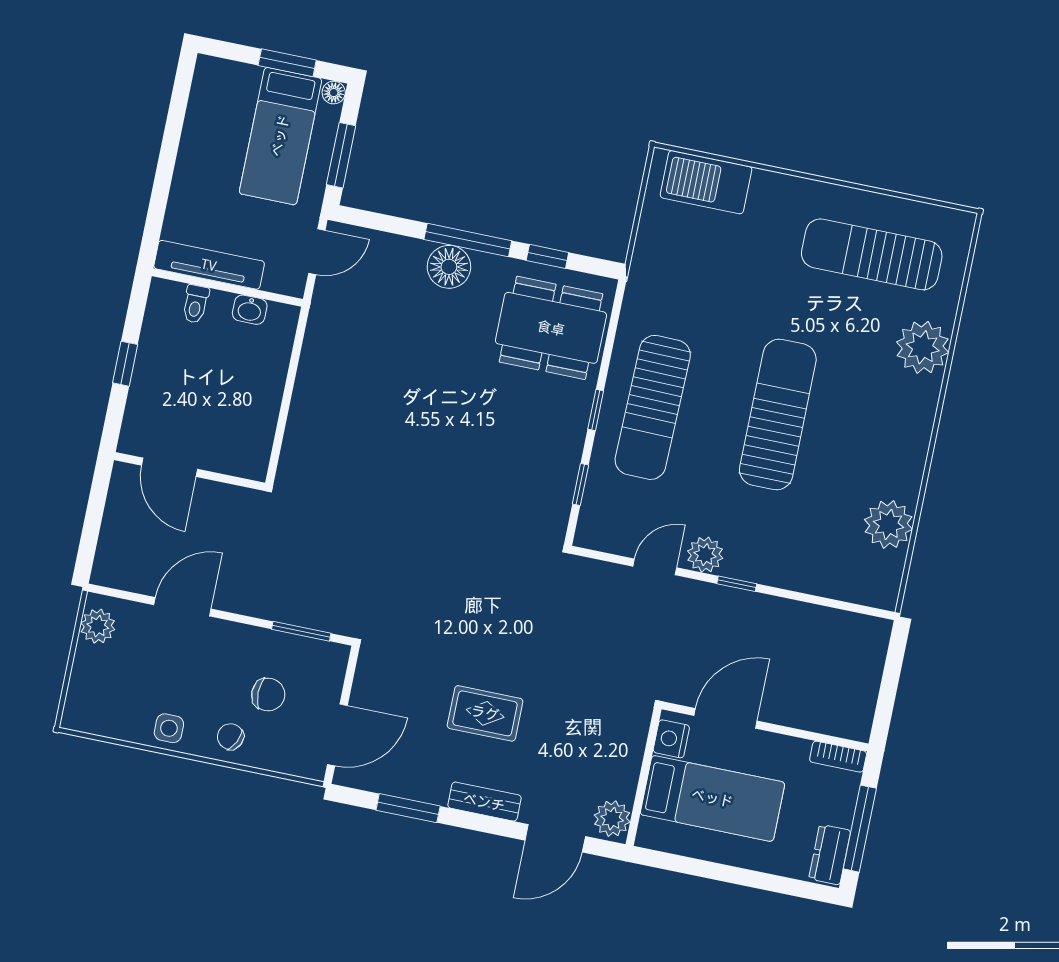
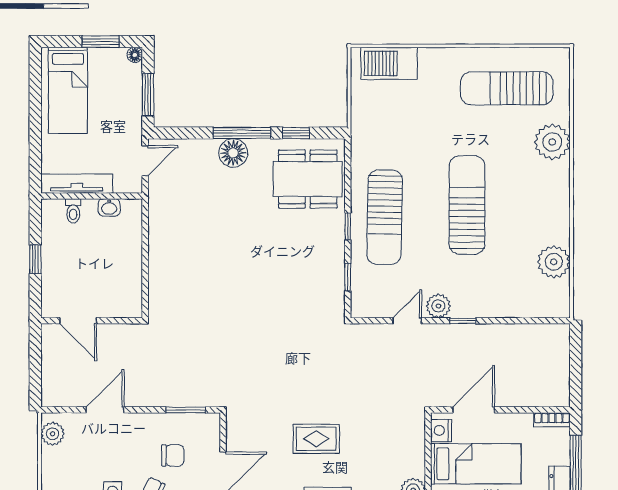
bed: (280, 136) -> (68, 90), moved

